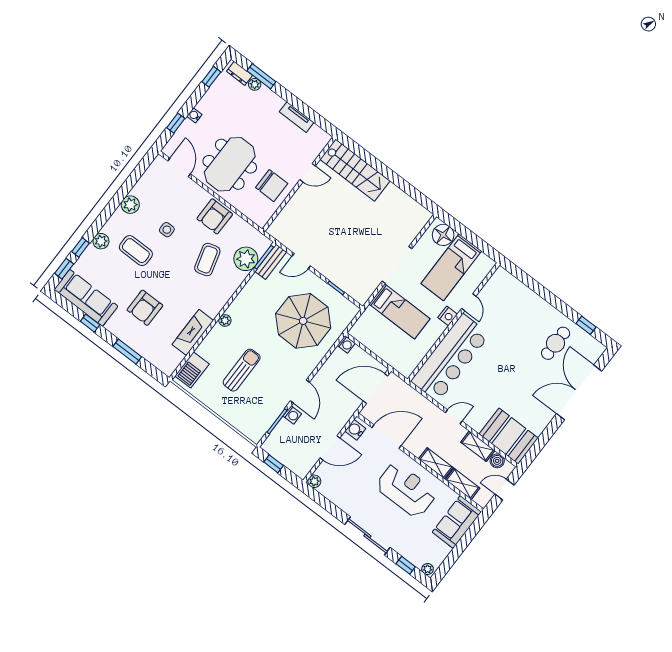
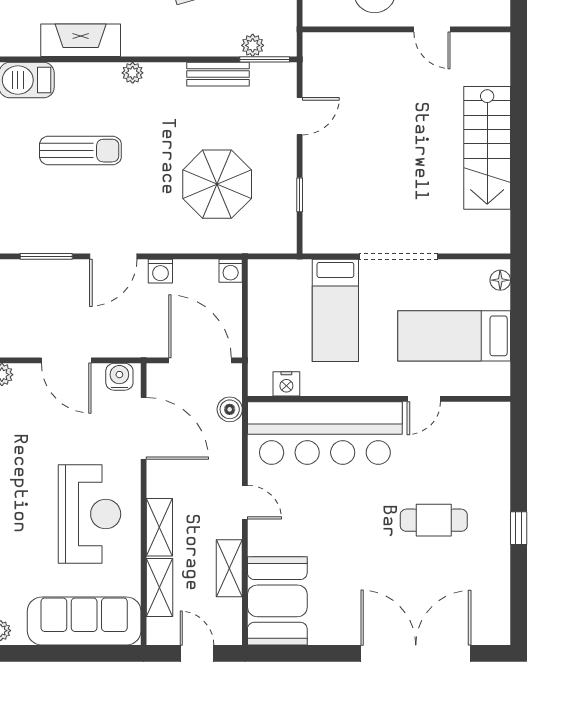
stairs: (355, 170) -> (487, 148), moved
floor lamp: (443, 235) -> (500, 280), width x0.53, depth x0.53
plant: (246, 259) -> (253, 45), width x0.53, depth x0.53
door: (301, 261) -> (300, 116), swing flipped
bench: (271, 262) -> (218, 74), moved
nightstand: (448, 316) -> (286, 384), moved
parasol: (303, 321) -> (217, 184), width x0.73, depth x0.73
window: (586, 325) -> (519, 528), moved
cafe table: (556, 343) -> (434, 520), moved
washing machine: (292, 415) -> (160, 271), moved
boiler: (497, 461) -> (230, 409), moved
sofa: (457, 522) -> (84, 621), width x1.36

